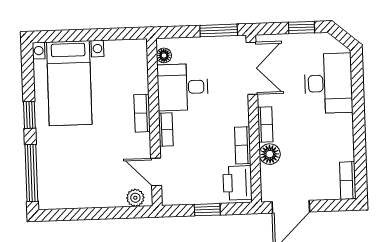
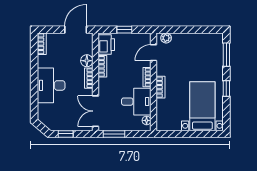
desk: (328, 83) -> (51, 85), moved
door: (156, 172) -> (153, 53), swing flipped
window: (31, 173) -> (226, 55), width x0.69

